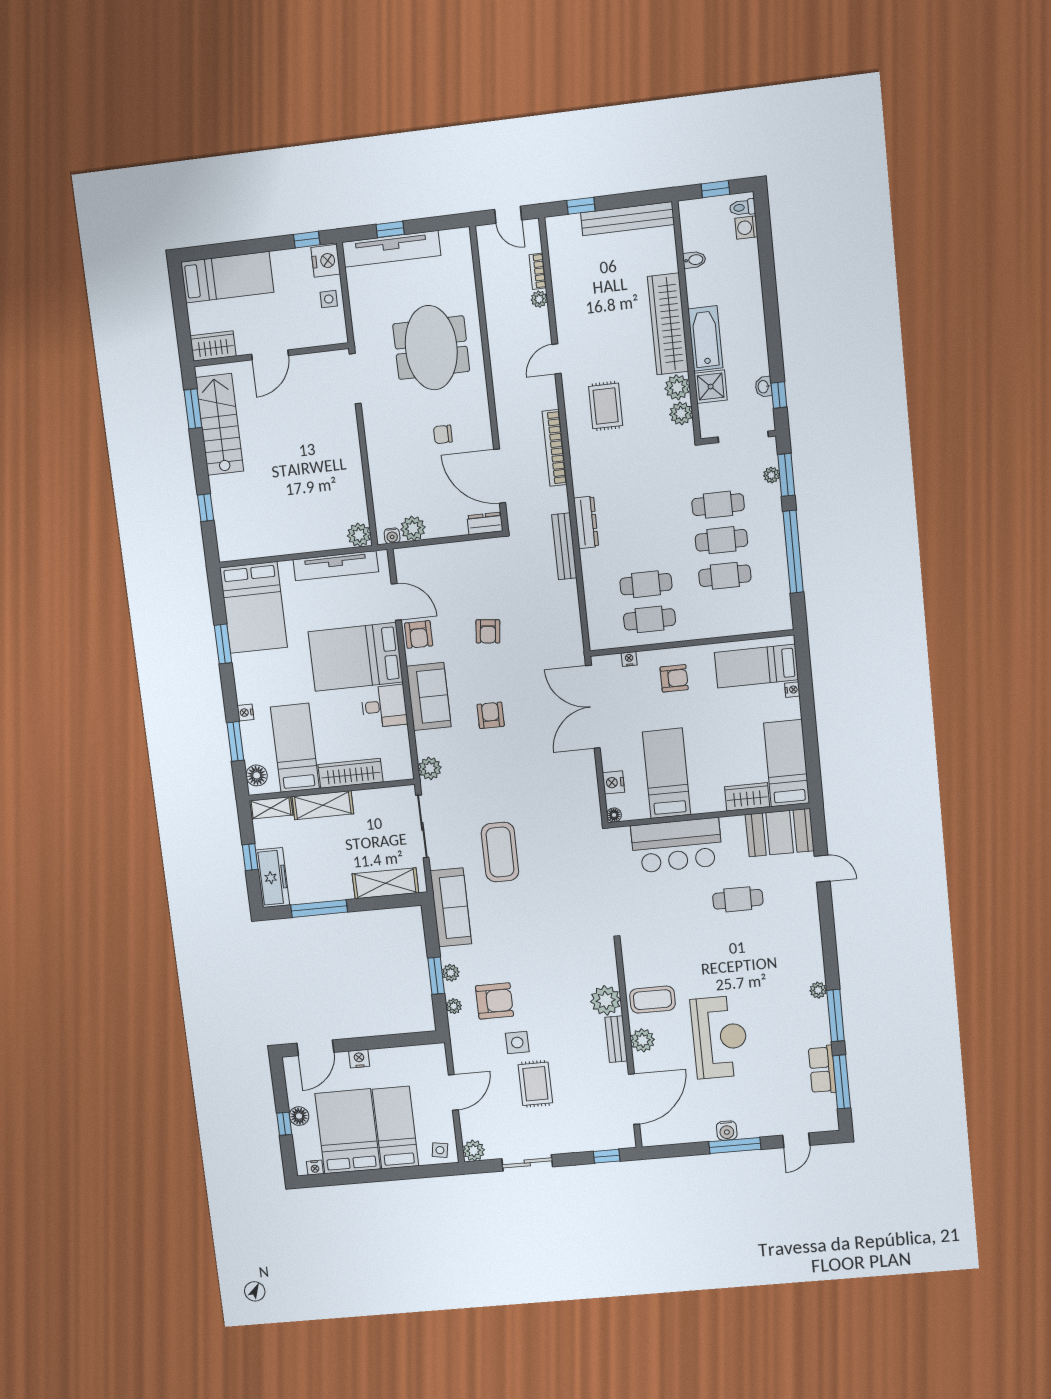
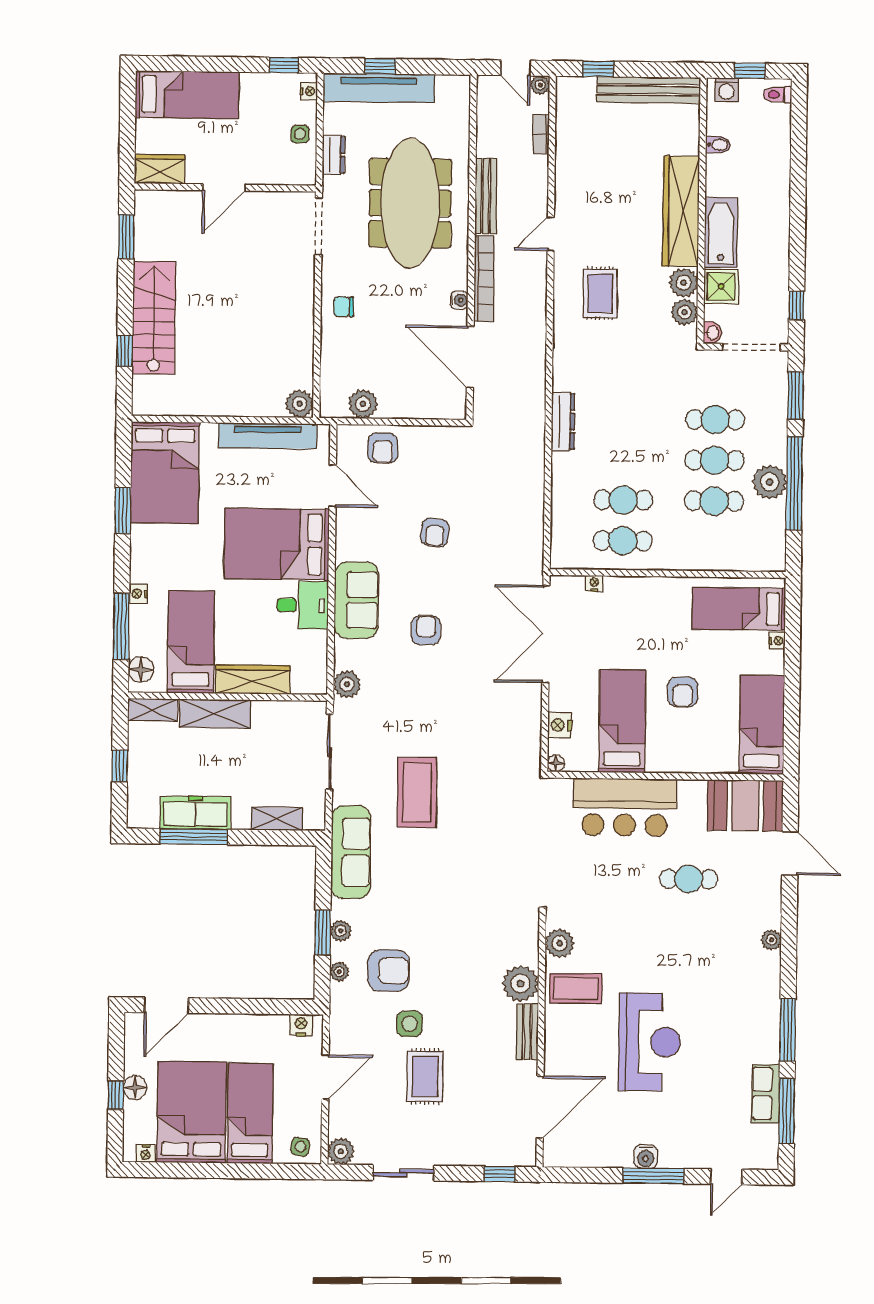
washing machine: (746, 227) -> (726, 90), moved, turned -90
nightstand: (326, 261) -> (309, 91), width x0.53, depth x0.56
plant: (539, 299) -> (540, 85), moved
meeting table: (431, 348) -> (410, 203), width x1.36
washbasin: (764, 387) -> (712, 333), moved, turned 180
stairs: (220, 424) -> (154, 318), moved
chair: (443, 434) -> (344, 307), moved
bookcase: (555, 448) -> (484, 279), moved, turned 180
plant: (771, 475) -> (770, 482), moved, width x1.87, depth x1.87
dresser: (485, 523) -> (334, 155), moved, turned 90
water cooler: (392, 536) -> (459, 300), moved, turned -90
bench: (564, 546) -> (486, 196), moved
armchair: (419, 634) -> (383, 448), moved
armchair: (674, 678) -> (683, 692), moved, turned 90
window: (235, 741) -> (121, 626), width x1.44
wardrobe: (747, 797) -> (712, 759), removed
door: (822, 869) -> (790, 853), width x1.37
freezer: (273, 878) -> (195, 813), moved, turned -90
shelving: (385, 883) -> (277, 819), width x0.67, depth x0.75
plant: (818, 990) -> (771, 940), moved
plant: (643, 1040) -> (560, 943), moved
nightstand: (359, 1059) -> (301, 1025), moved

